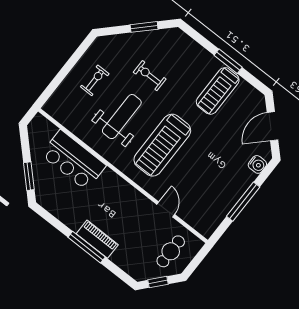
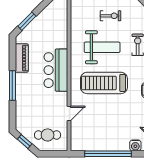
bar counter: (73, 160) -> (56, 70), moved
window: (243, 202) -> (108, 154), width x1.46
piano: (97, 239) -> (22, 58), moved

